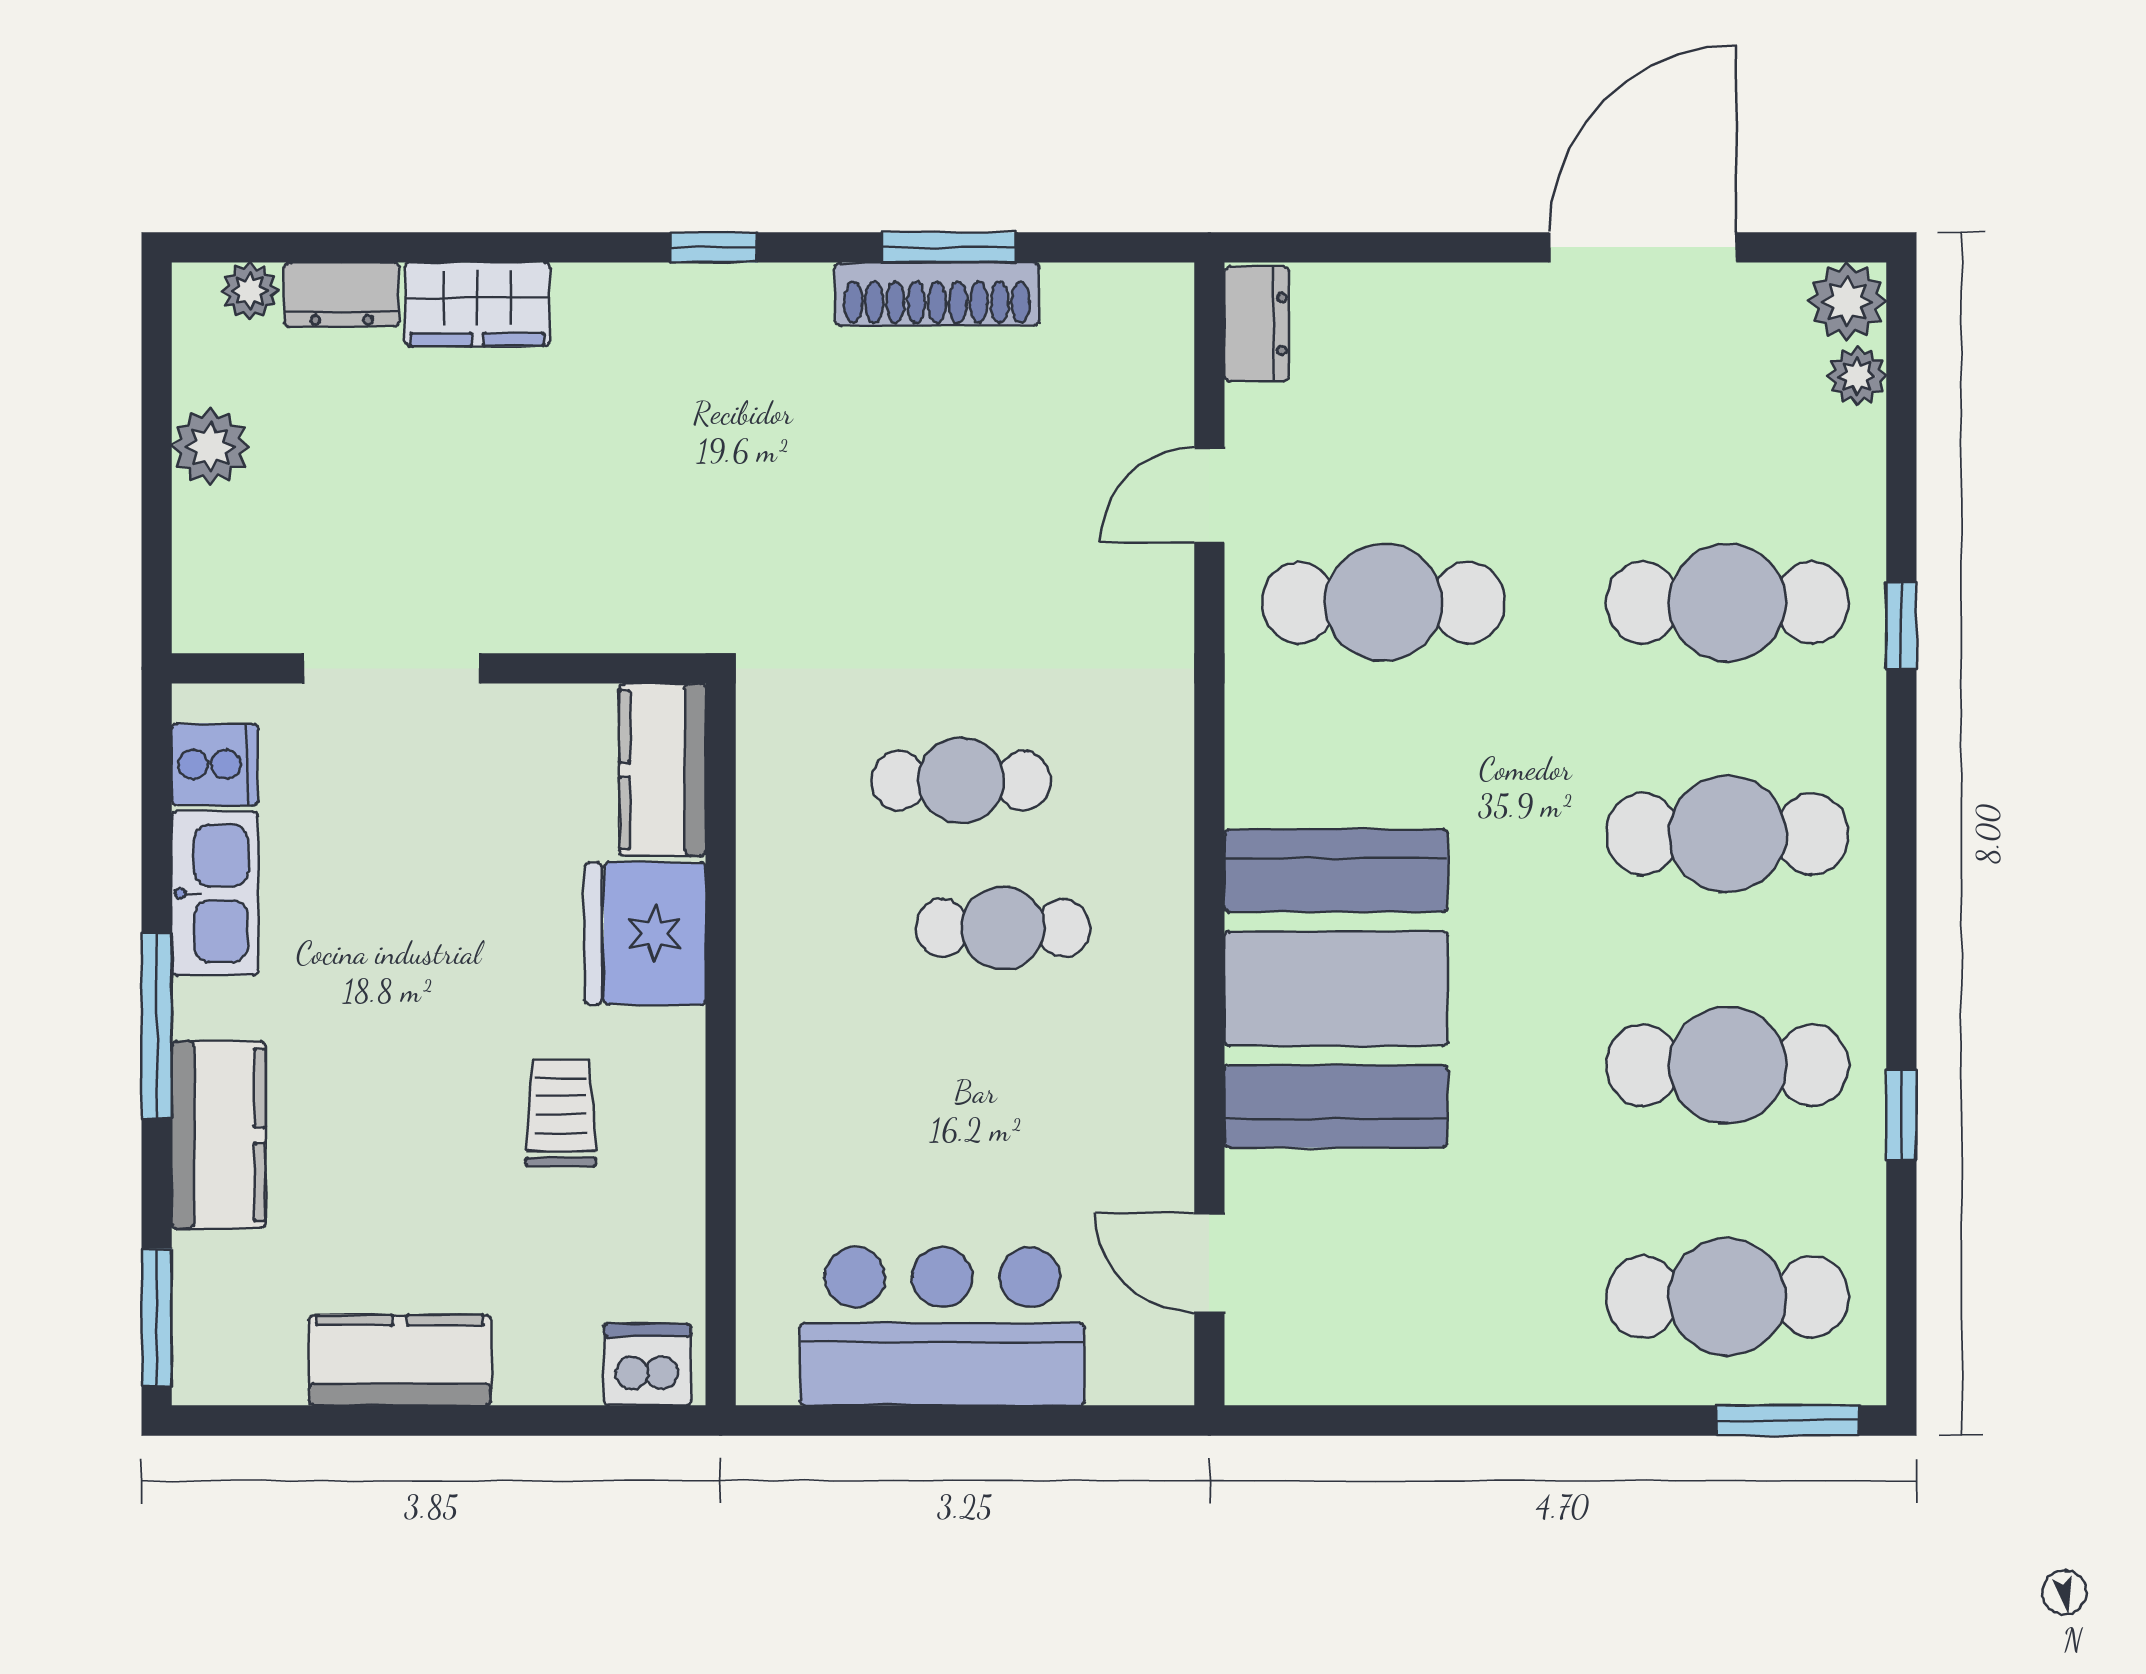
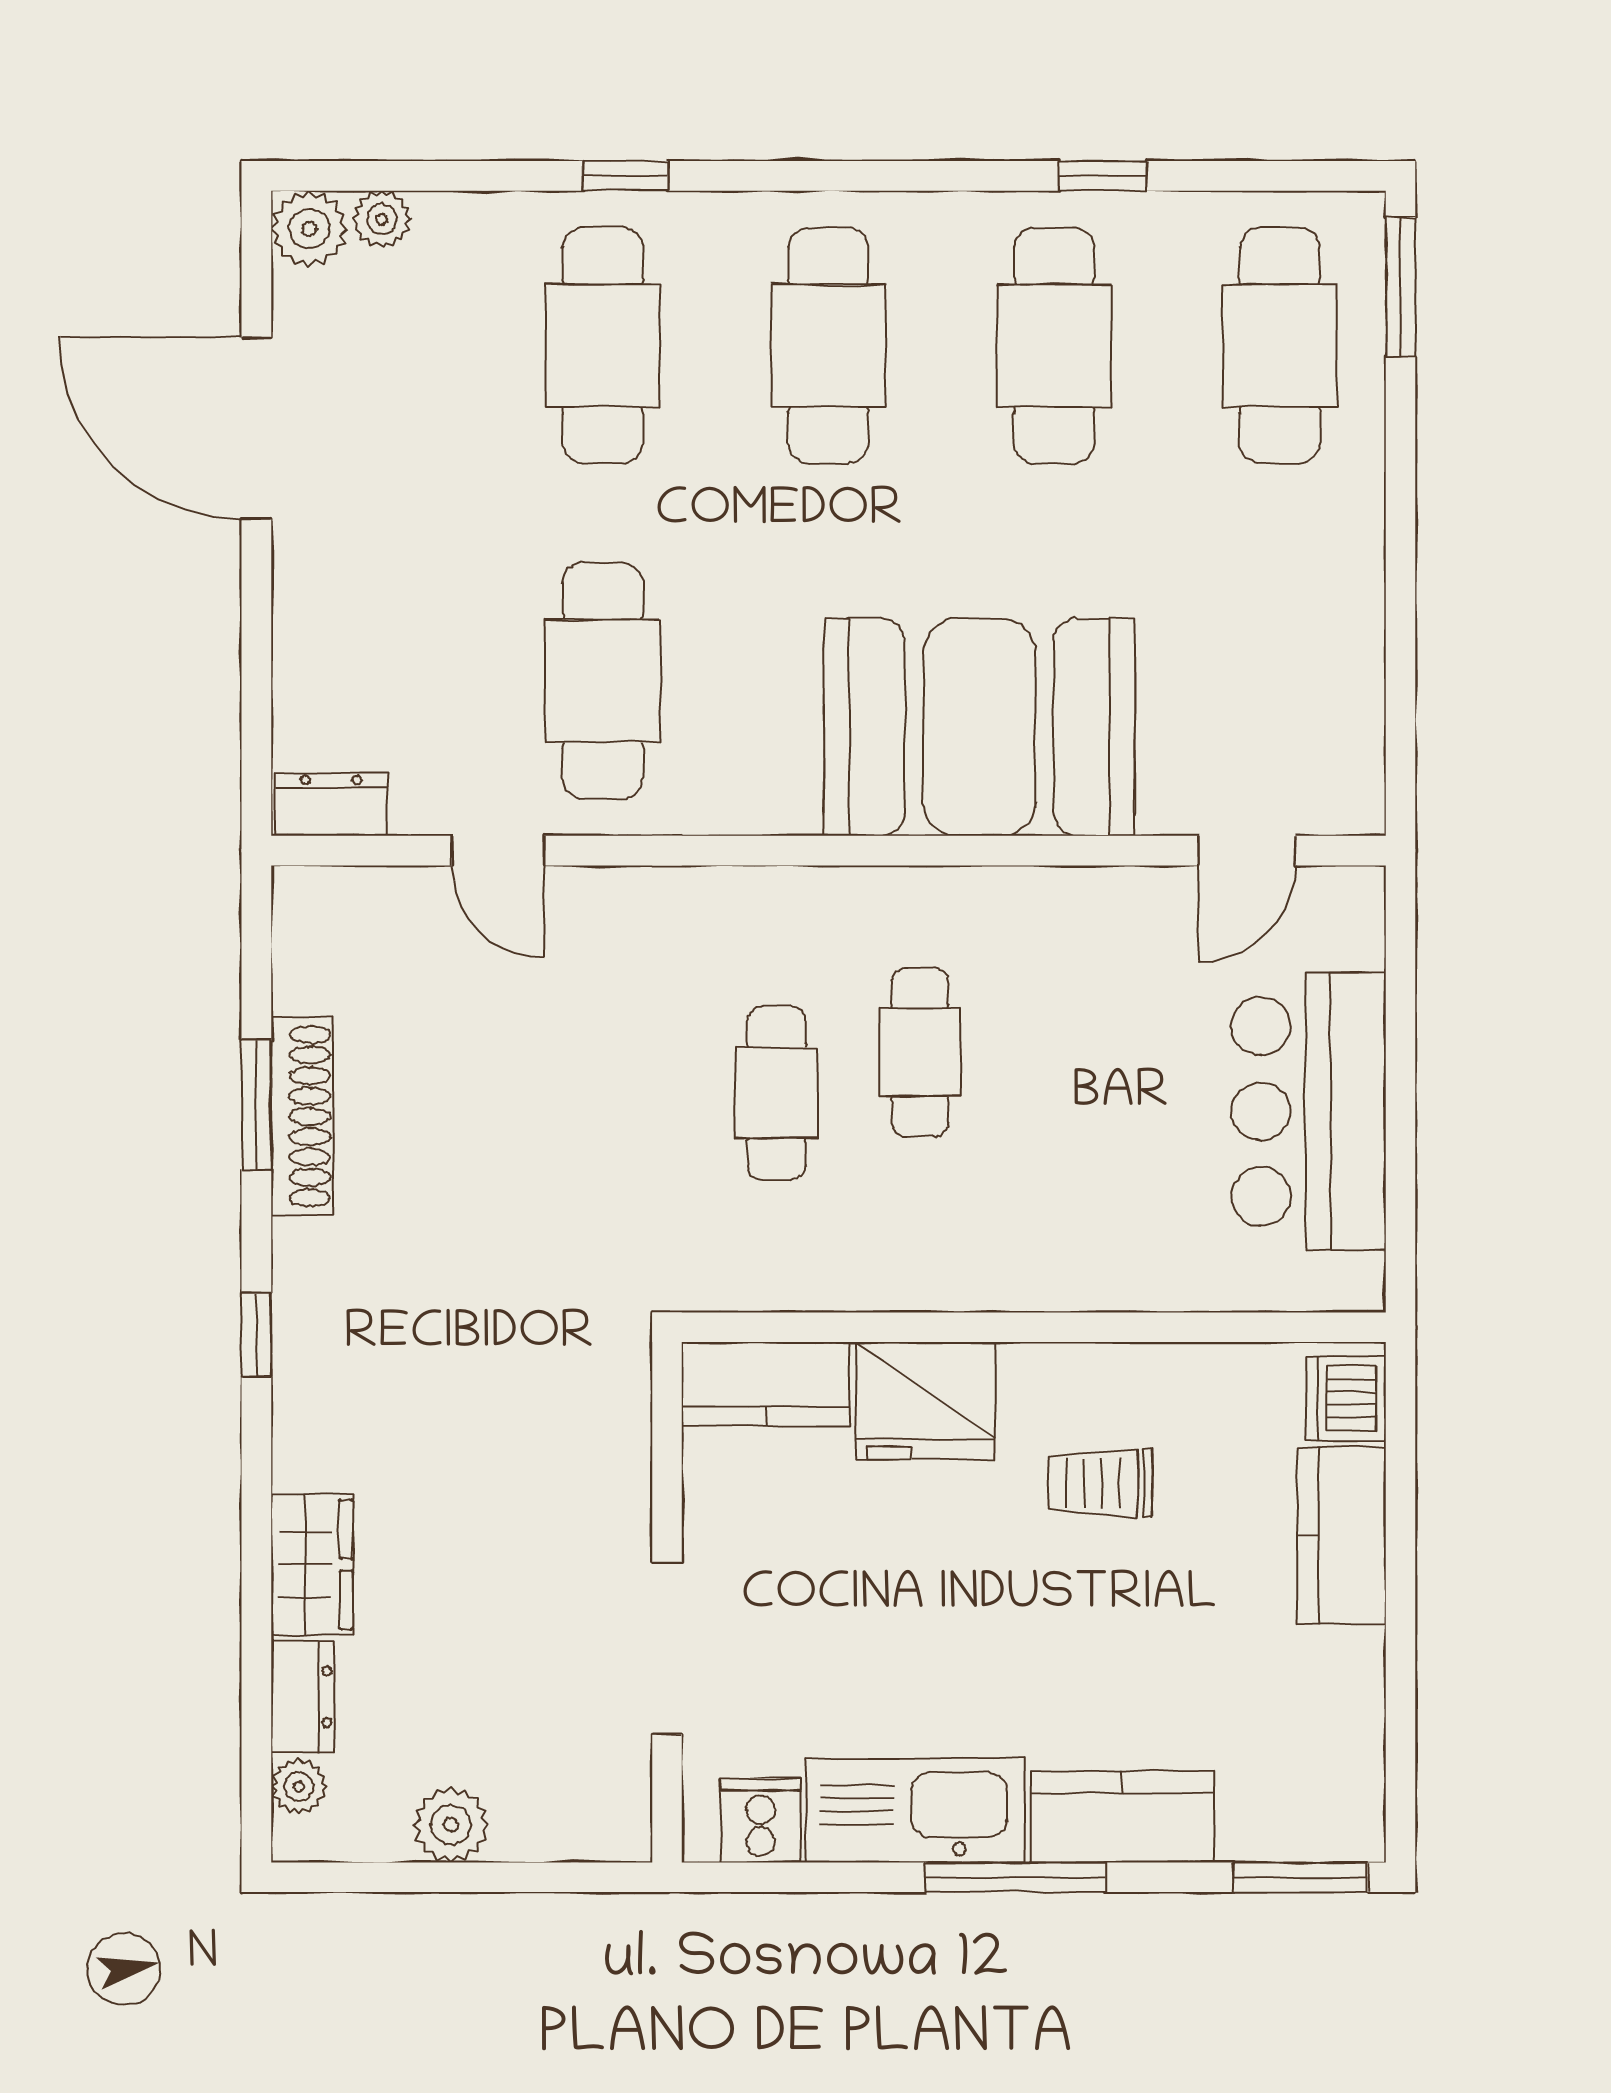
kitchen sink: (215, 893) -> (916, 1810), width x1.36, depth x1.24
kitchen counter: (400, 1360) -> (1342, 1535), moved

